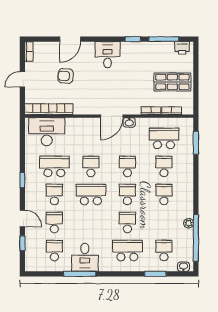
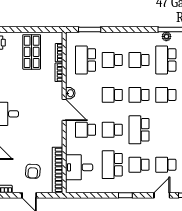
armchair: (66, 76) -> (33, 171), moved
desk: (47, 132) -> (79, 167), width x0.73
school desk: (91, 138) -> (86, 130), added
school desk: (164, 222) -> (166, 60), added

